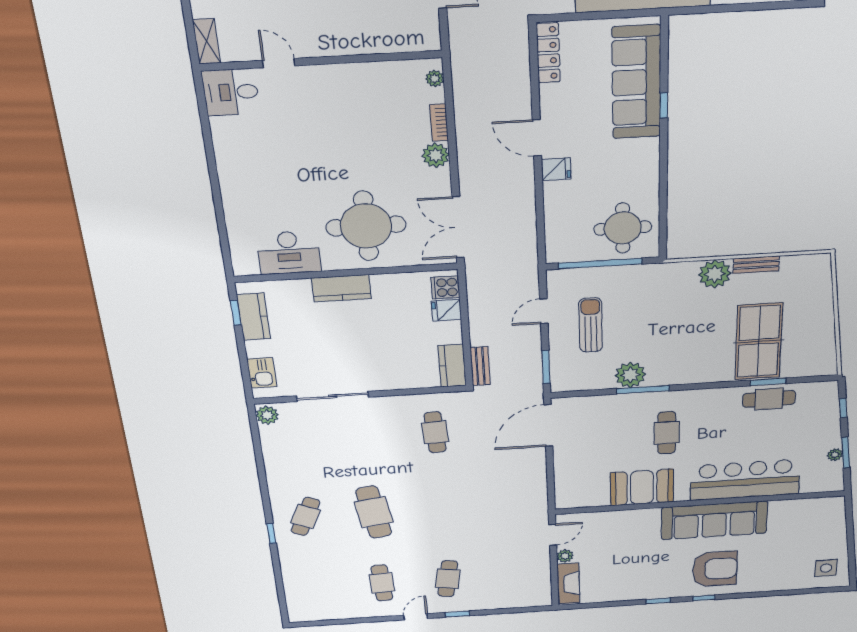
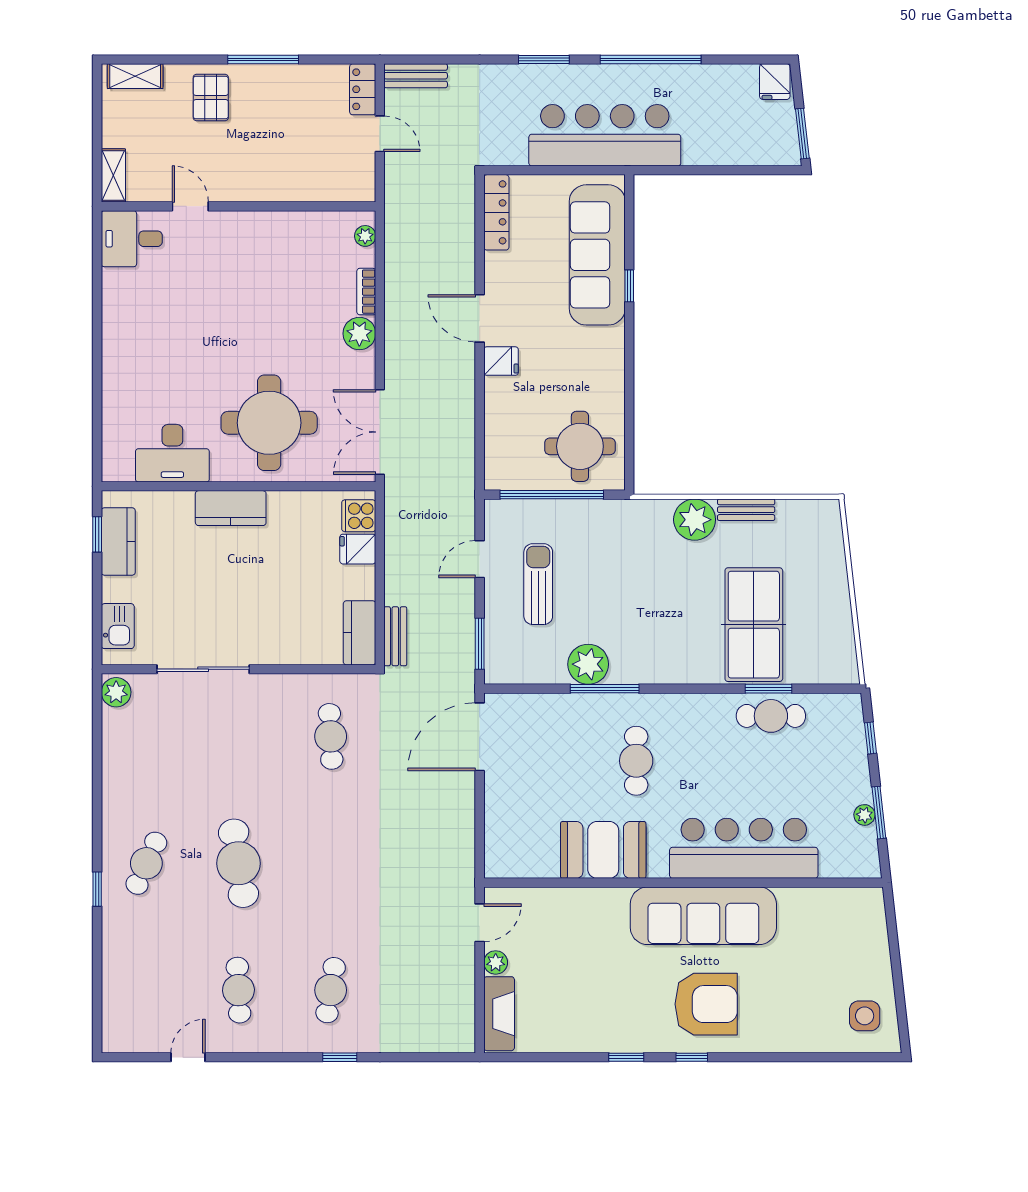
door: (416, 617) -> (188, 1057), moved

